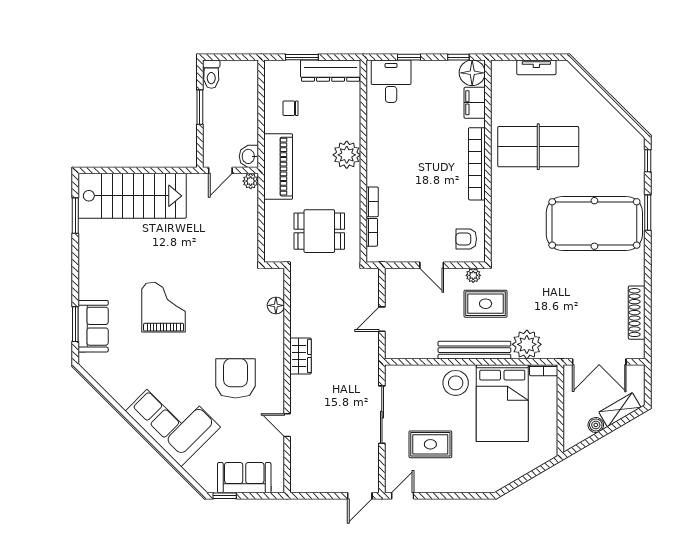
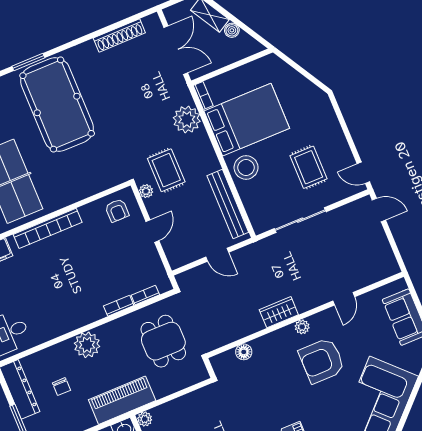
chair: (291, 108) -> (61, 387), moved
bench: (474, 350) -> (228, 204), moved
plant: (277, 373) -> (302, 327), added

